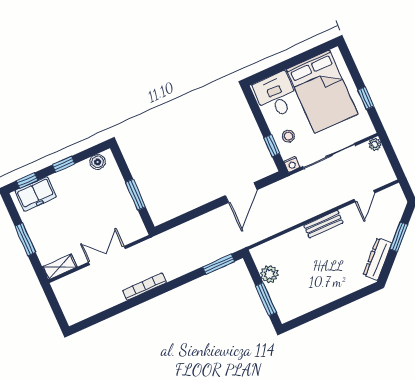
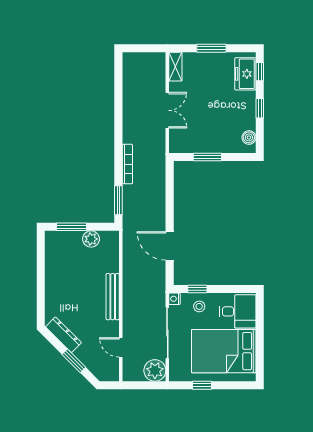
plant: (375, 144) -> (155, 370), width x1.87, depth x1.87
bench: (323, 224) -> (113, 297), width x1.36
bookcase: (145, 287) -> (127, 164), moved

